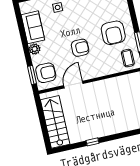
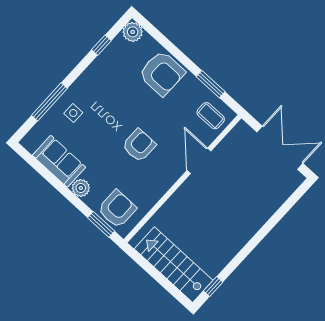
armchair: (113, 33) -> (162, 73), moved
door: (73, 85) -> (199, 161), moved
window: (92, 142) -> (213, 287), moved

